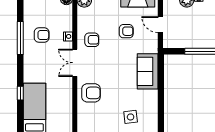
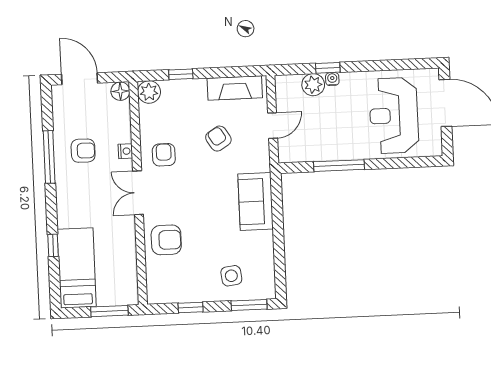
door: (160, 25) -> (273, 126), swing flipped
armchair: (126, 31) -> (218, 139), turned -122
armchair: (92, 40) -> (164, 155), turned -90

